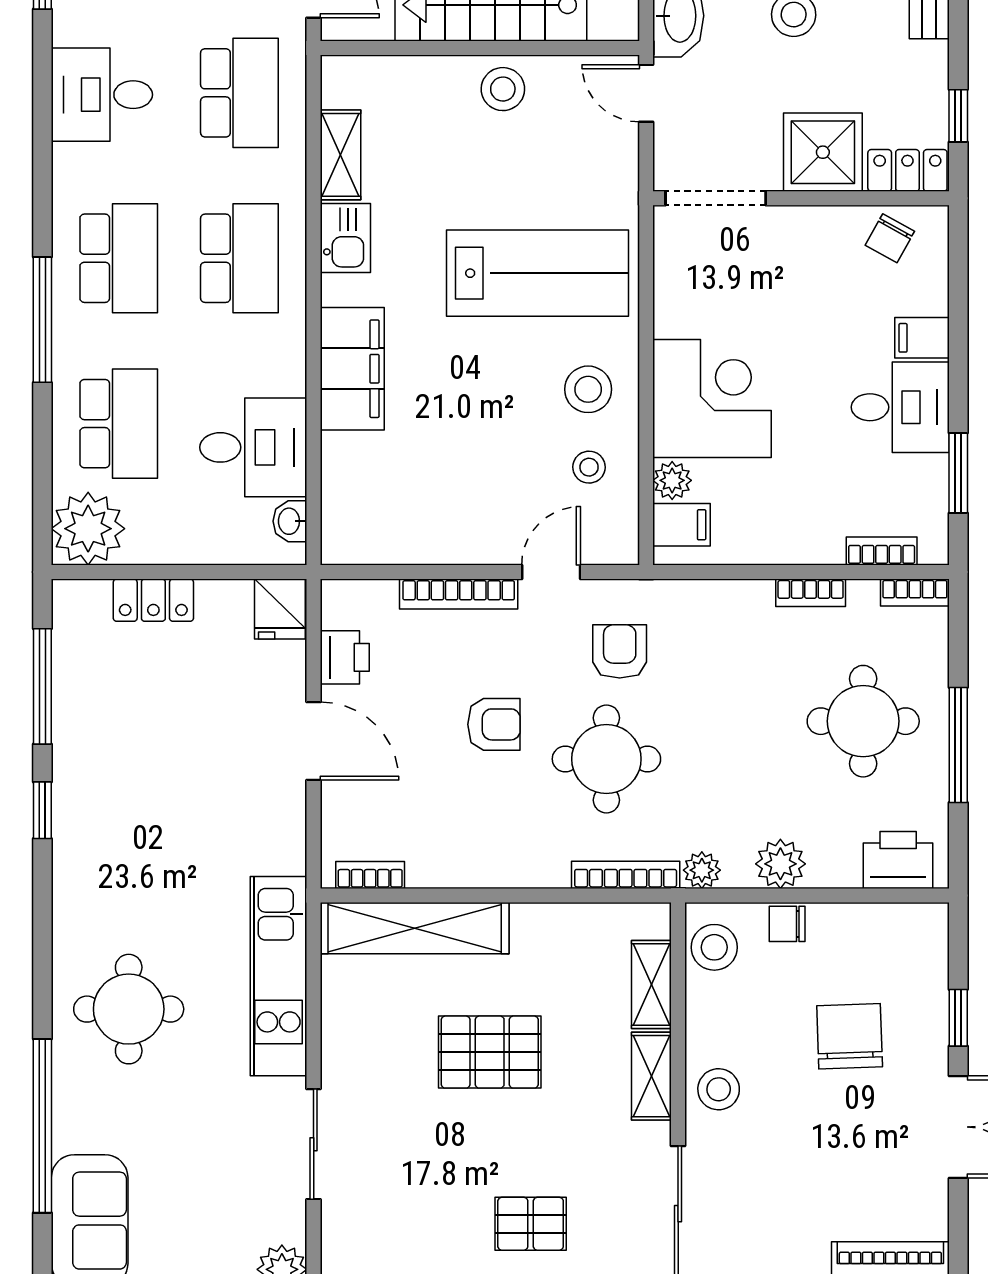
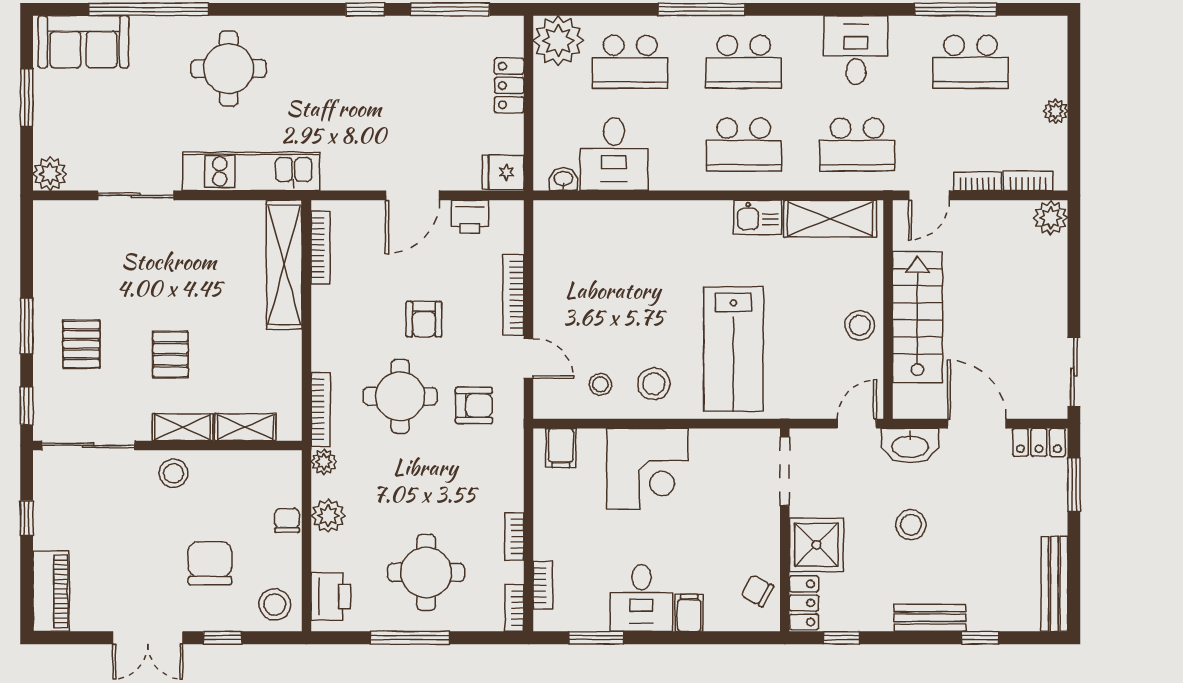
shelving: (341, 155) -> (830, 219), width x1.50, depth x1.33
filing cabinet: (352, 369) -> (668, 222), removed
plant: (672, 480) -> (591, 441), removed
bookcase: (370, 875) -> (321, 247), width x1.56
stool: (714, 947) -> (275, 604), moved
chair: (850, 1036) -> (210, 563), turned -88
pallet: (490, 1052) -> (170, 354), moved, width x0.67, depth x0.71

